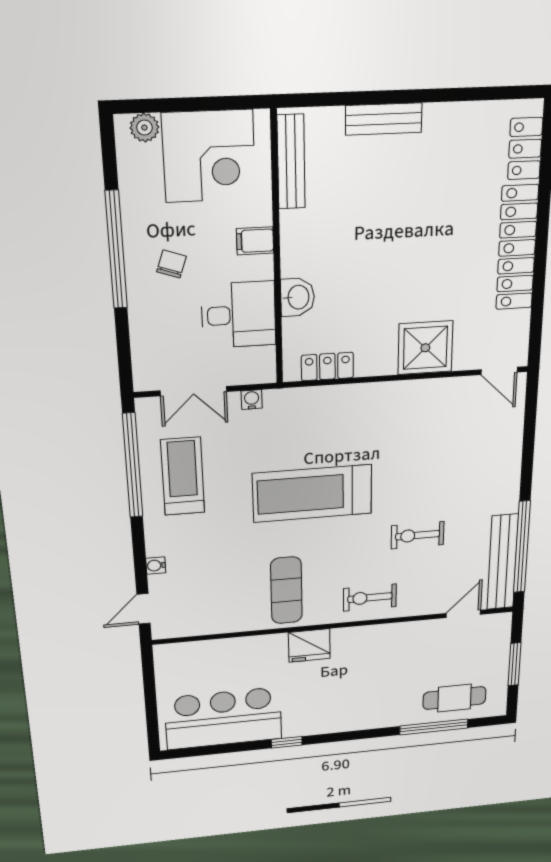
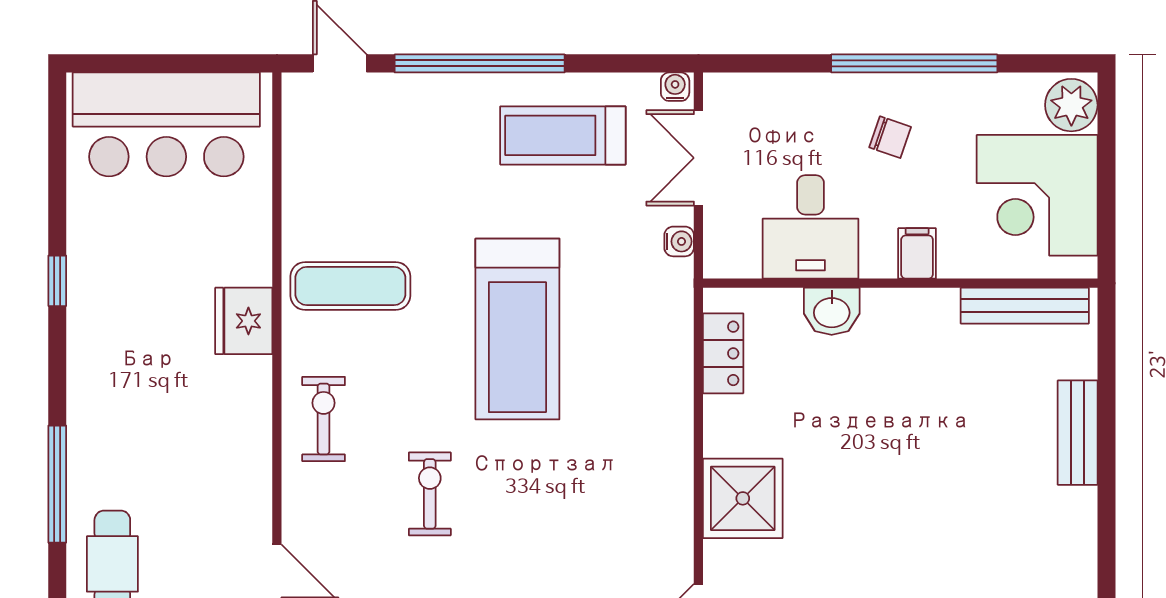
plant: (144, 128) -> (1071, 105), width x1.38, depth x1.38
window: (133, 466) -> (480, 63), moved
treadmill: (183, 476) -> (563, 135), turned 180
treadmill: (312, 493) -> (517, 329), turned 180
water cooler: (156, 565) -> (675, 87), moved
bar counter: (224, 718) -> (166, 124), moved, turned 90
window: (434, 727) -> (57, 484), moved

